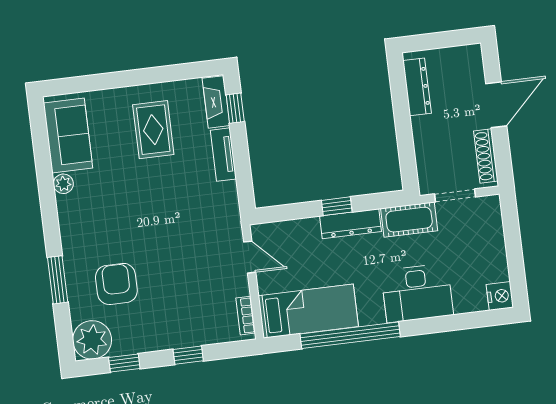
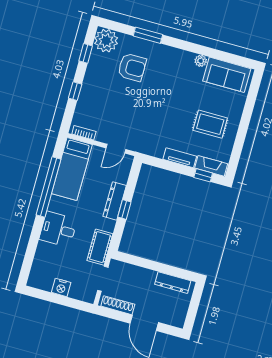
dresser: (350, 224) -> (115, 201), moved
desk: (417, 293) -> (58, 229), width x0.73
nightstand: (500, 296) -> (61, 287), moved

